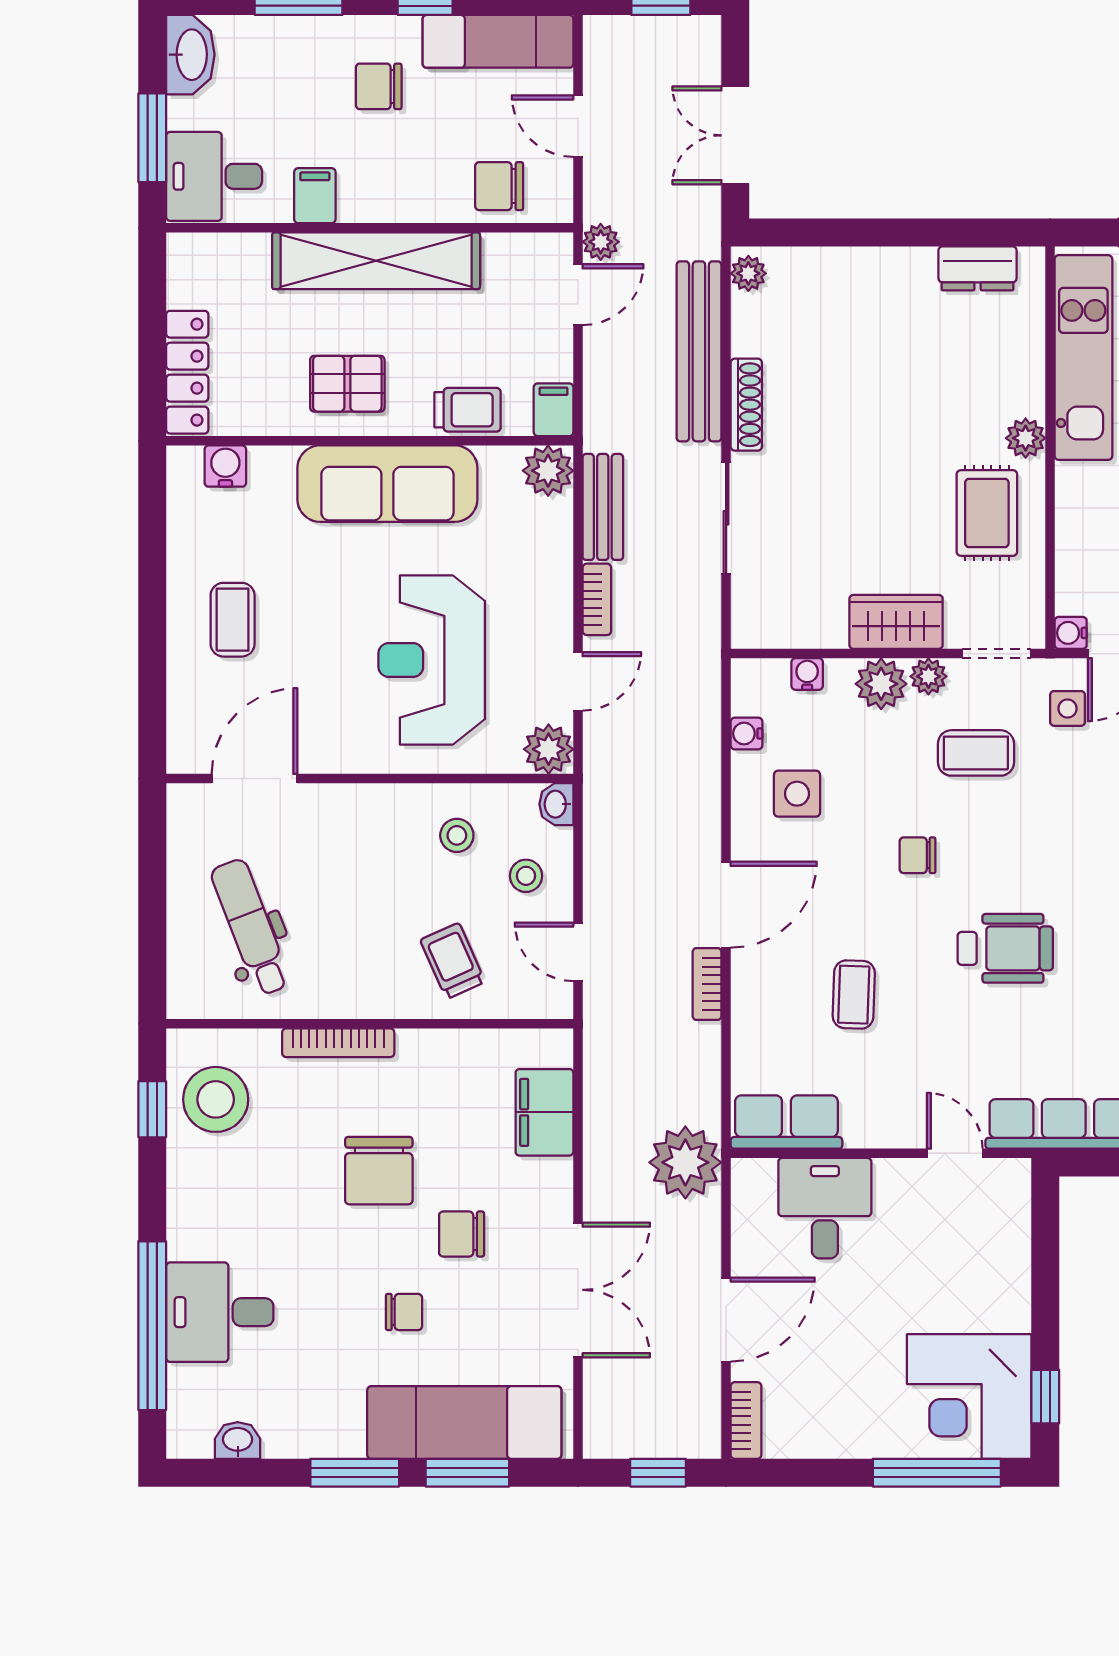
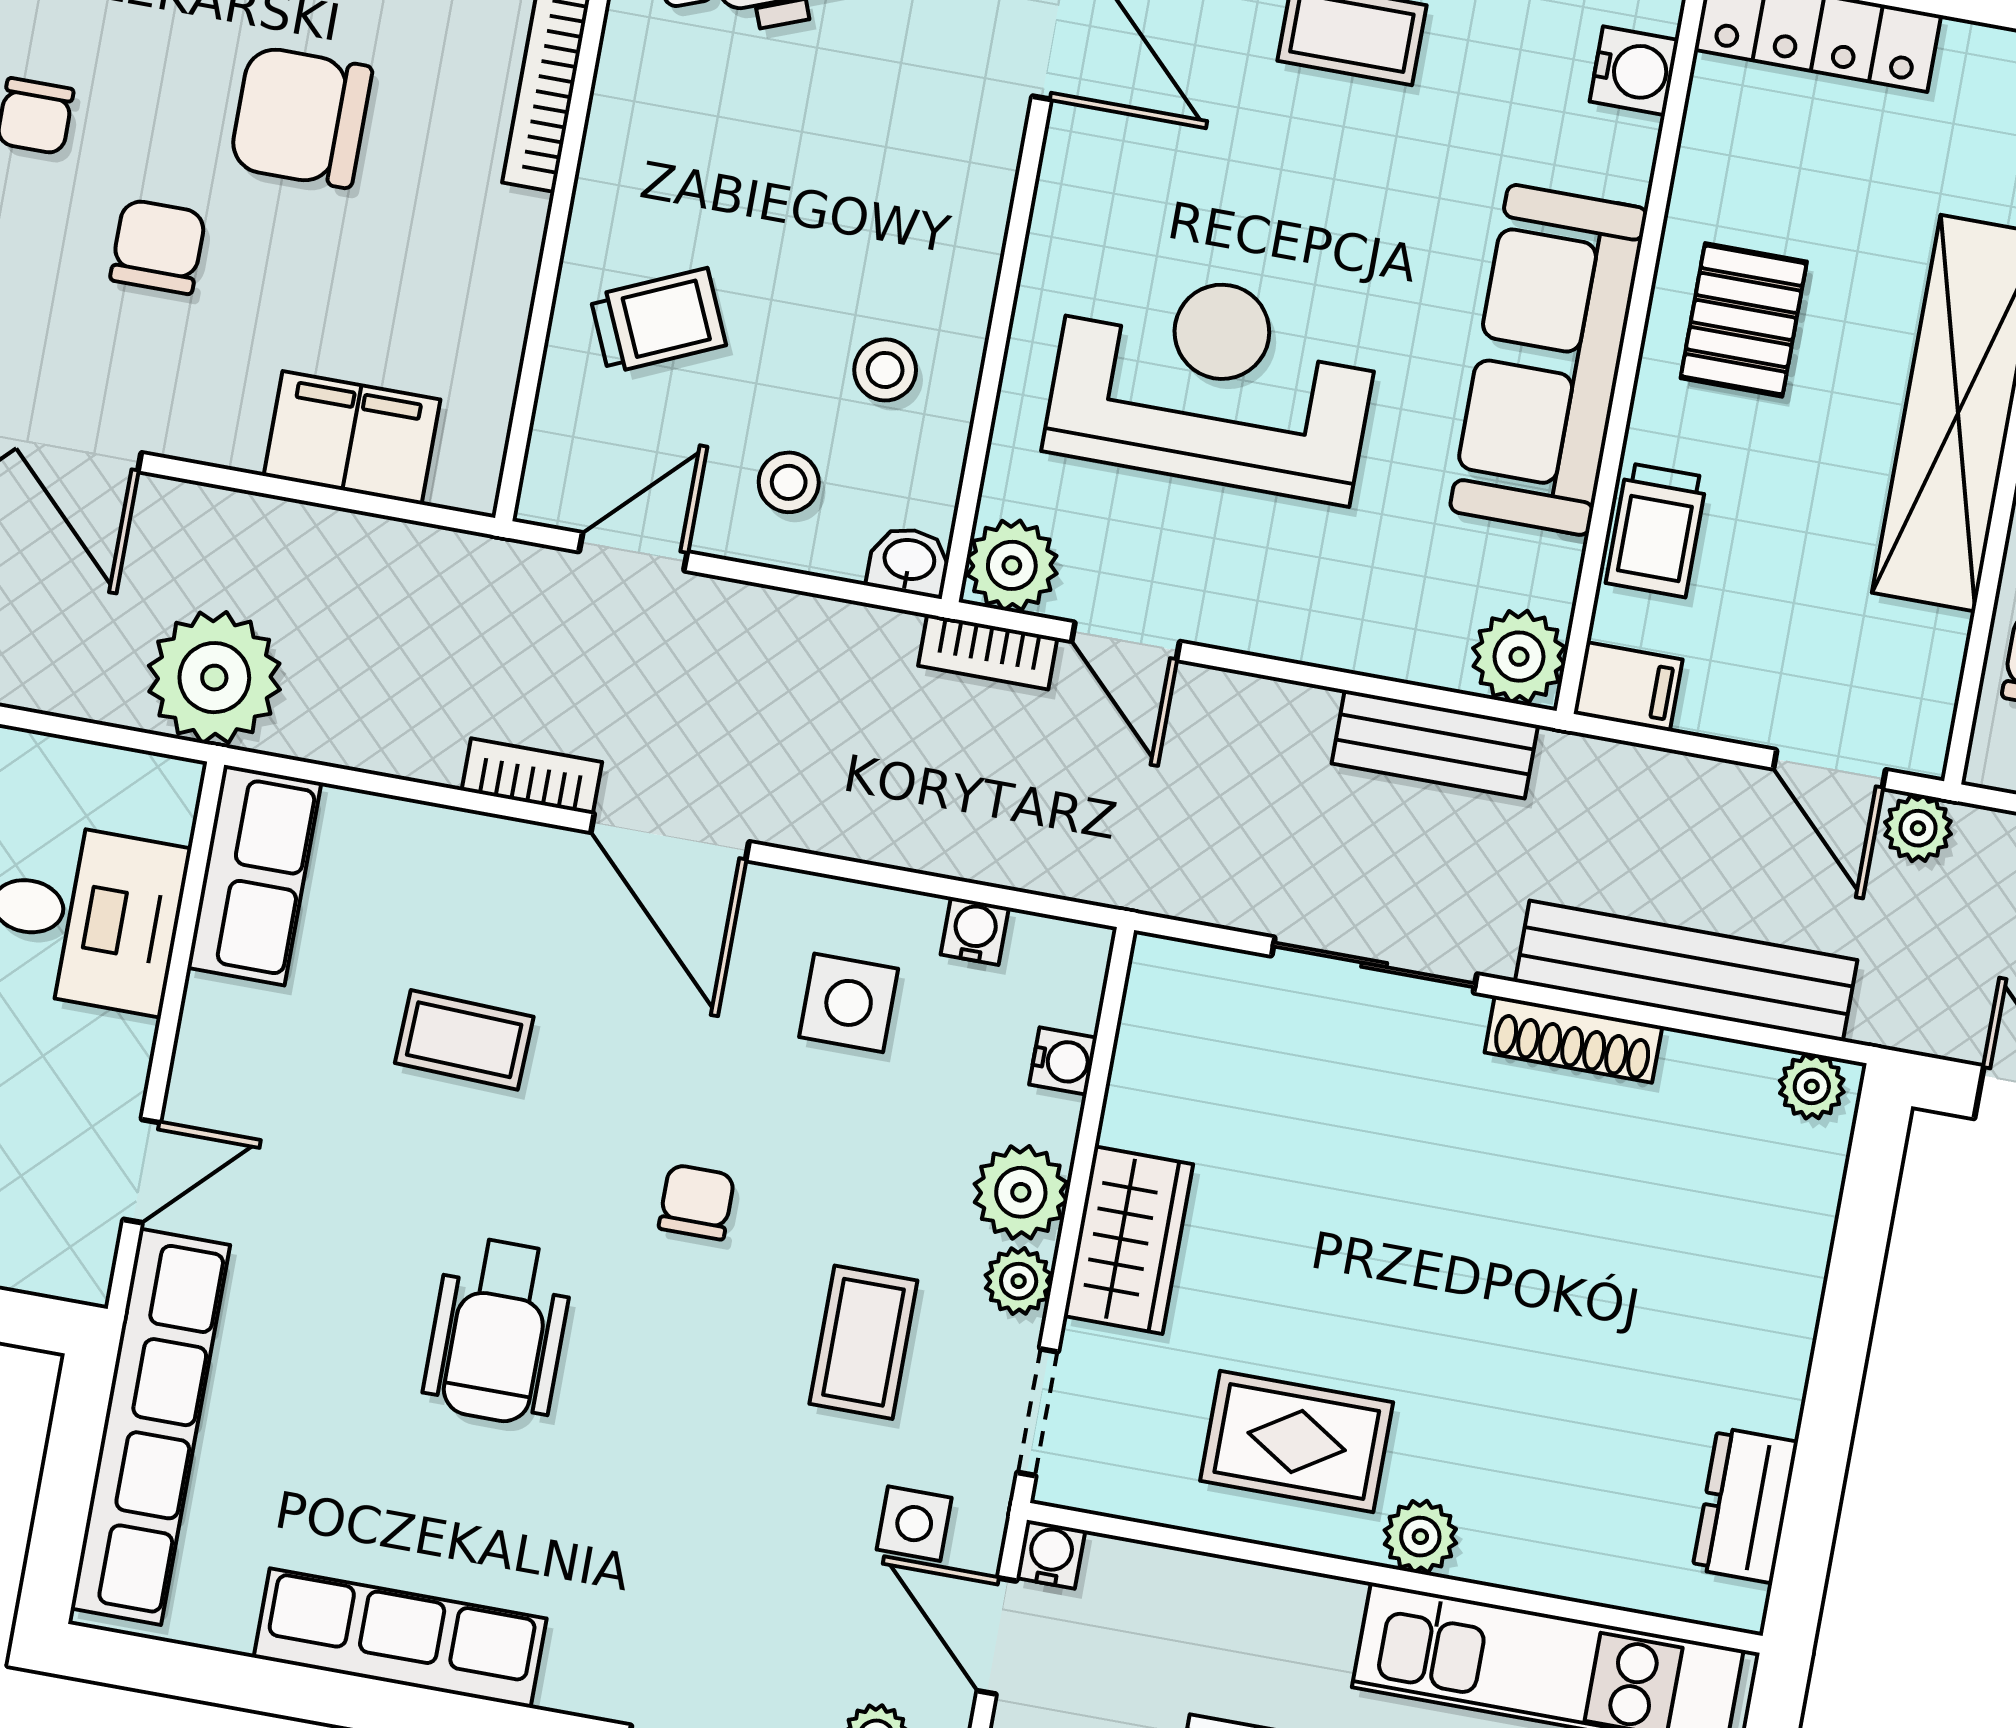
bookcase: (597, 599) -> (988, 652), moved

